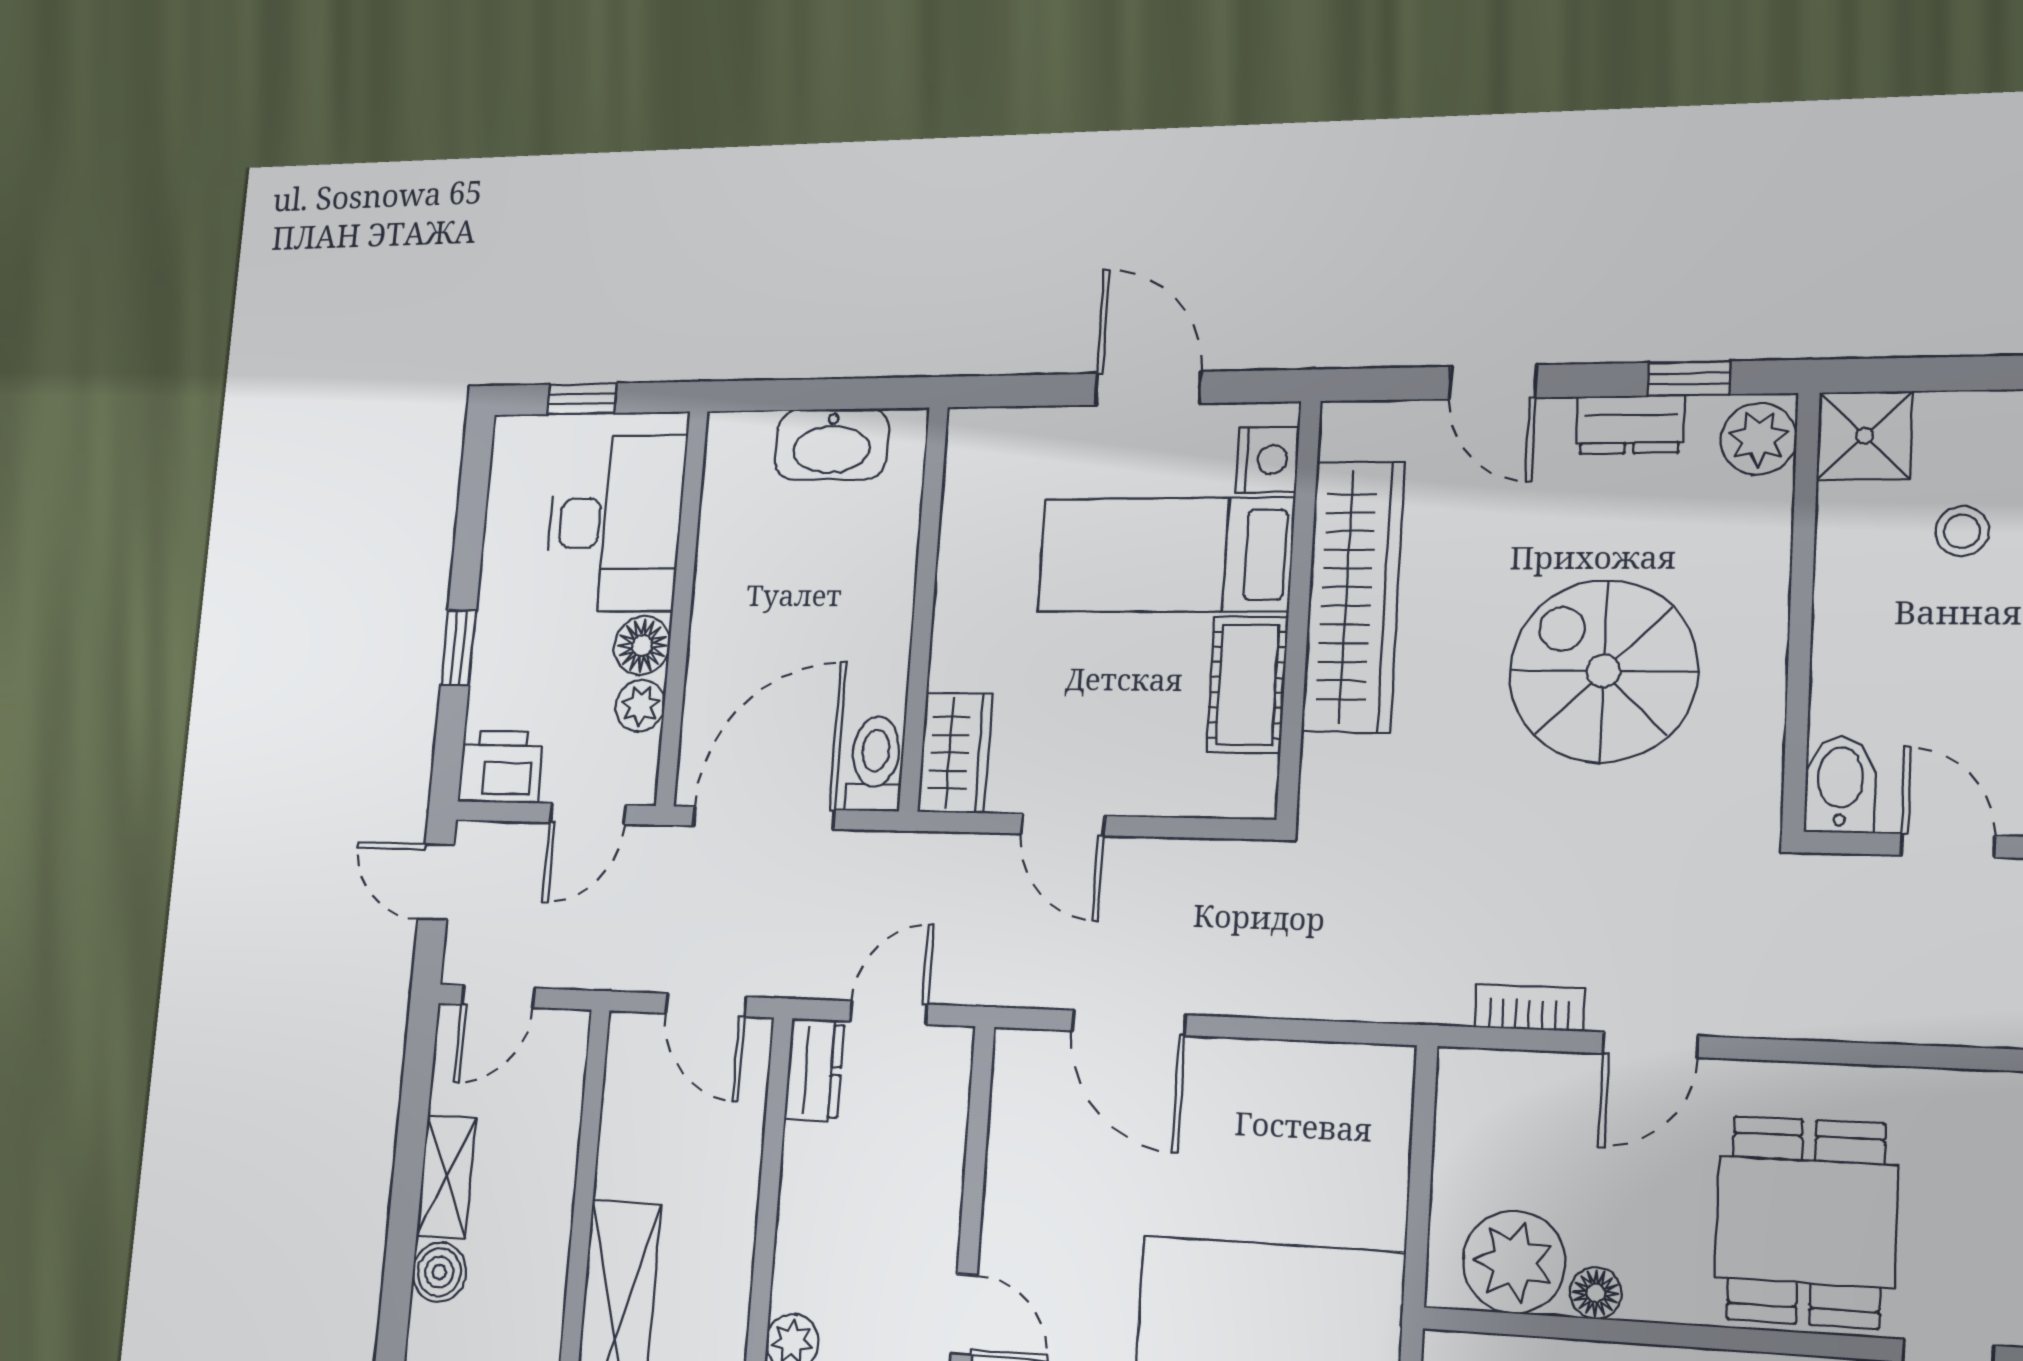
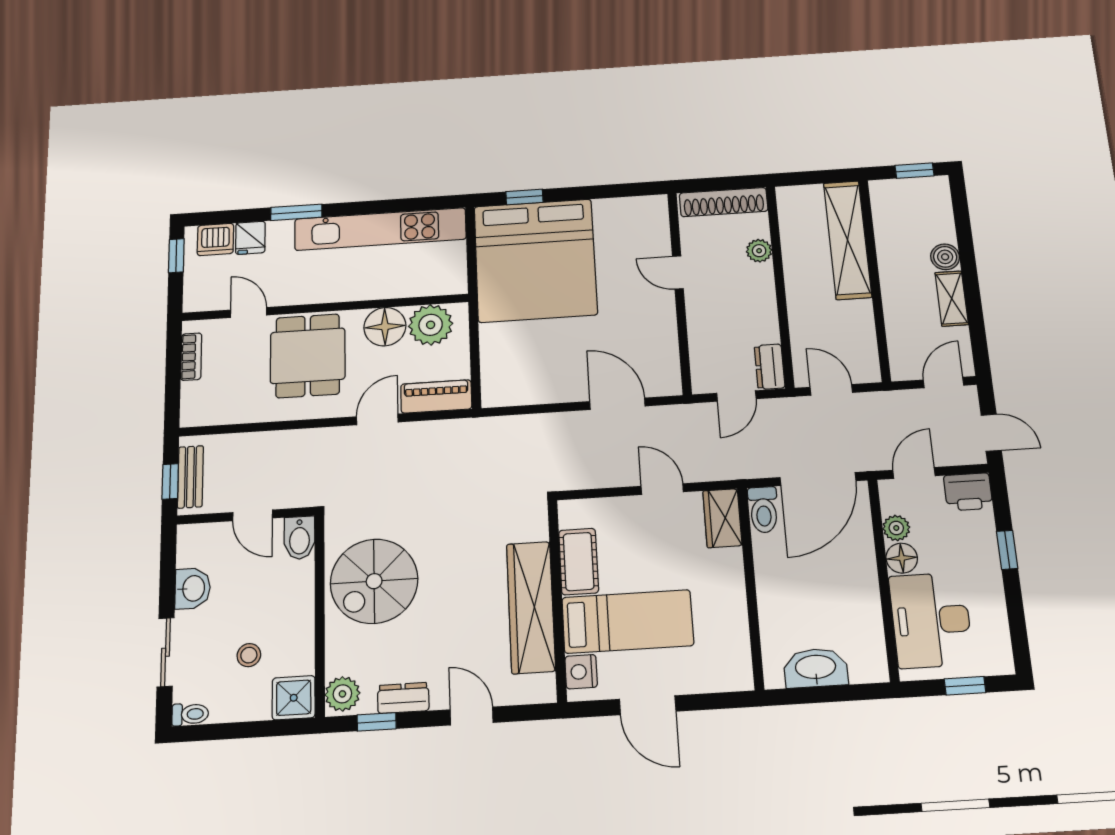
spiral stairs: (1603, 671) -> (374, 581), moved, turned 90
bookcase: (1529, 1008) -> (432, 429), removed
piano: (1514, 1085) -> (436, 397), added
floor lamp: (1596, 1293) -> (385, 327), width x1.89, depth x1.89

